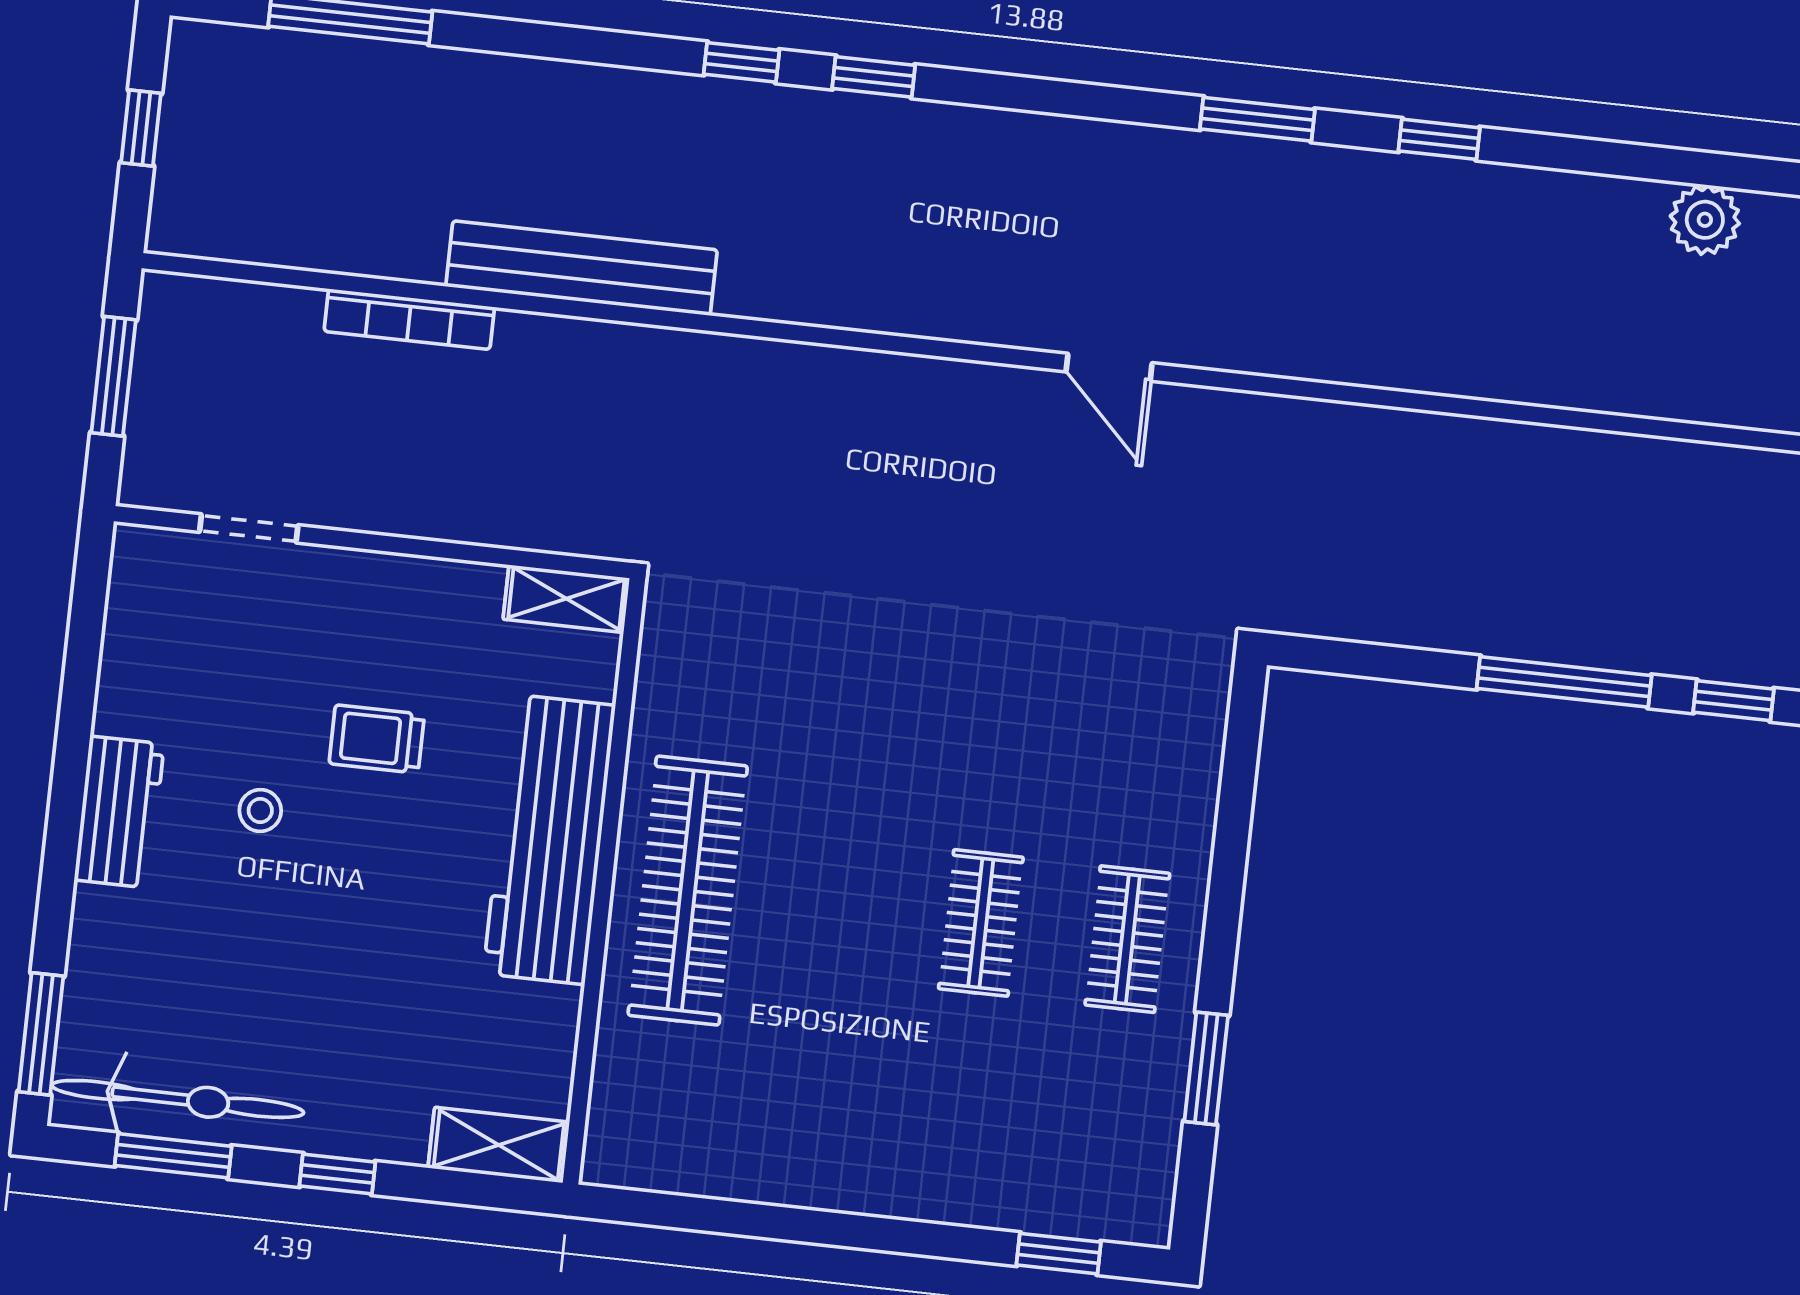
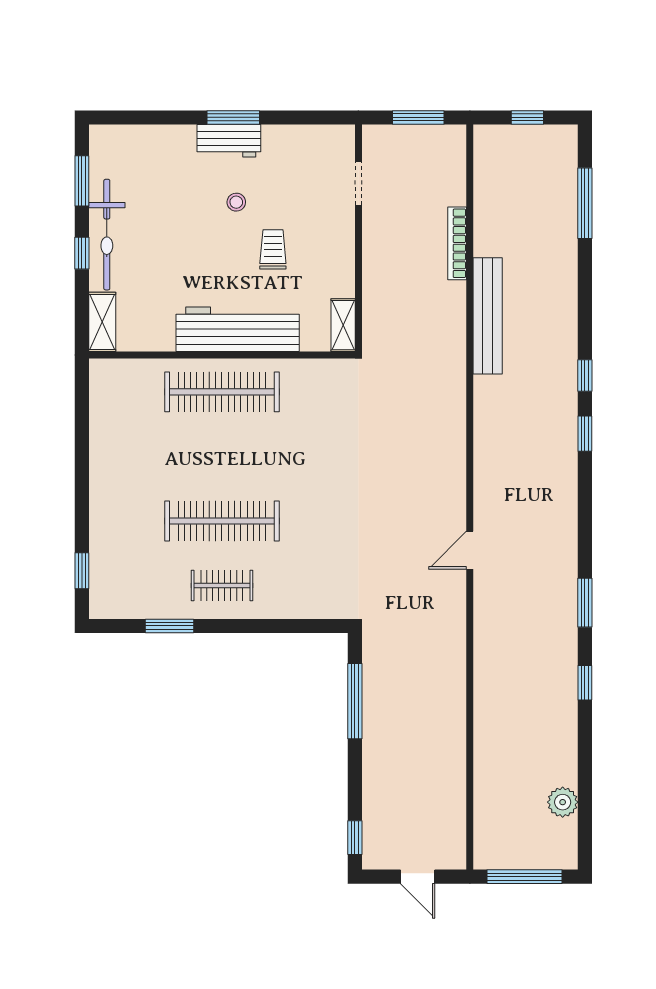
window: (1564, 682) -> (355, 701), moved
clothes rail: (981, 923) -> (222, 521), width x1.86, depth x1.31
window: (41, 1034) -> (233, 117), moved
bicycle: (178, 1099) -> (107, 235), moved

